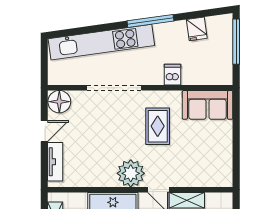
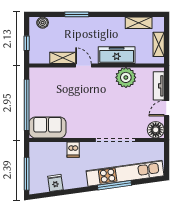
window: (150, 21) -> (114, 185), moved
rug: (158, 126) -> (84, 112), removed
window: (236, 136) -> (27, 105), added
plant: (131, 173) -> (126, 77), moved

